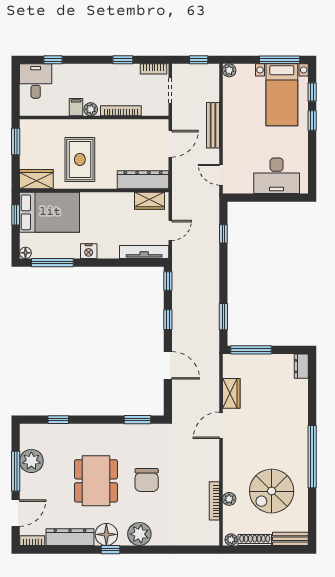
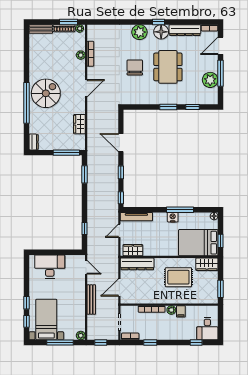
window: (280, 60) -> (60, 342), moved
rug: (80, 159) -> (178, 277), turned 90
window: (52, 263) -> (180, 210), moved
window: (137, 420) -> (168, 107), moved
door: (221, 425) -> (86, 88), moved
window: (312, 457) -> (26, 103), moved
spiral stairs: (272, 491) -> (46, 93), moved
window: (248, 550) -> (69, 22), added

